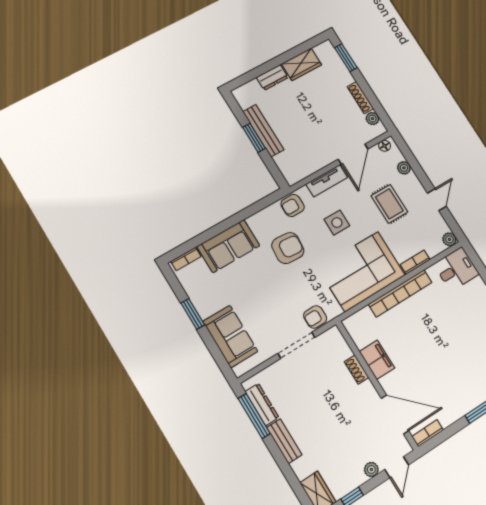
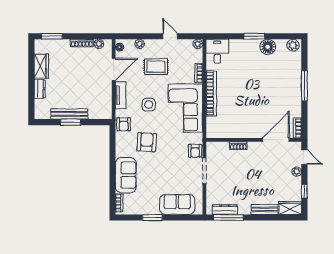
door: (353, 154) -> (114, 69), hinge flipped
filing cabinet: (377, 360) -> (240, 131), removed
bench: (284, 441) -> (265, 209), moved

